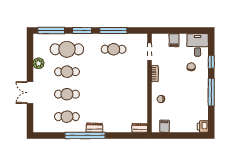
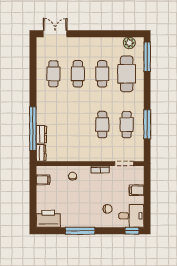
window: (82, 30) -> (147, 90), removed
window: (211, 62) -> (132, 231), moved
plant: (38, 63) -> (129, 43), moved
cafe table: (114, 72) -> (102, 125), added
double door: (30, 93) -> (55, 34), moved
printer: (203, 127) -> (48, 219), width x1.87, depth x1.48
dresser: (94, 128) -> (41, 134), moved
window: (85, 135) -> (33, 129), moved

